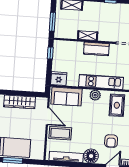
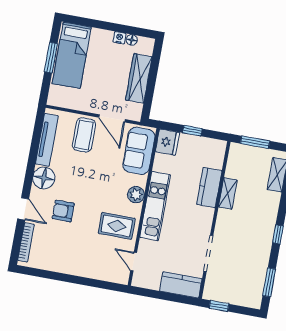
kitchen counter: (96, 49) -> (209, 187), moved
window: (50, 53) -> (192, 131), moved
door: (47, 116) -> (112, 118), hinge flipped

